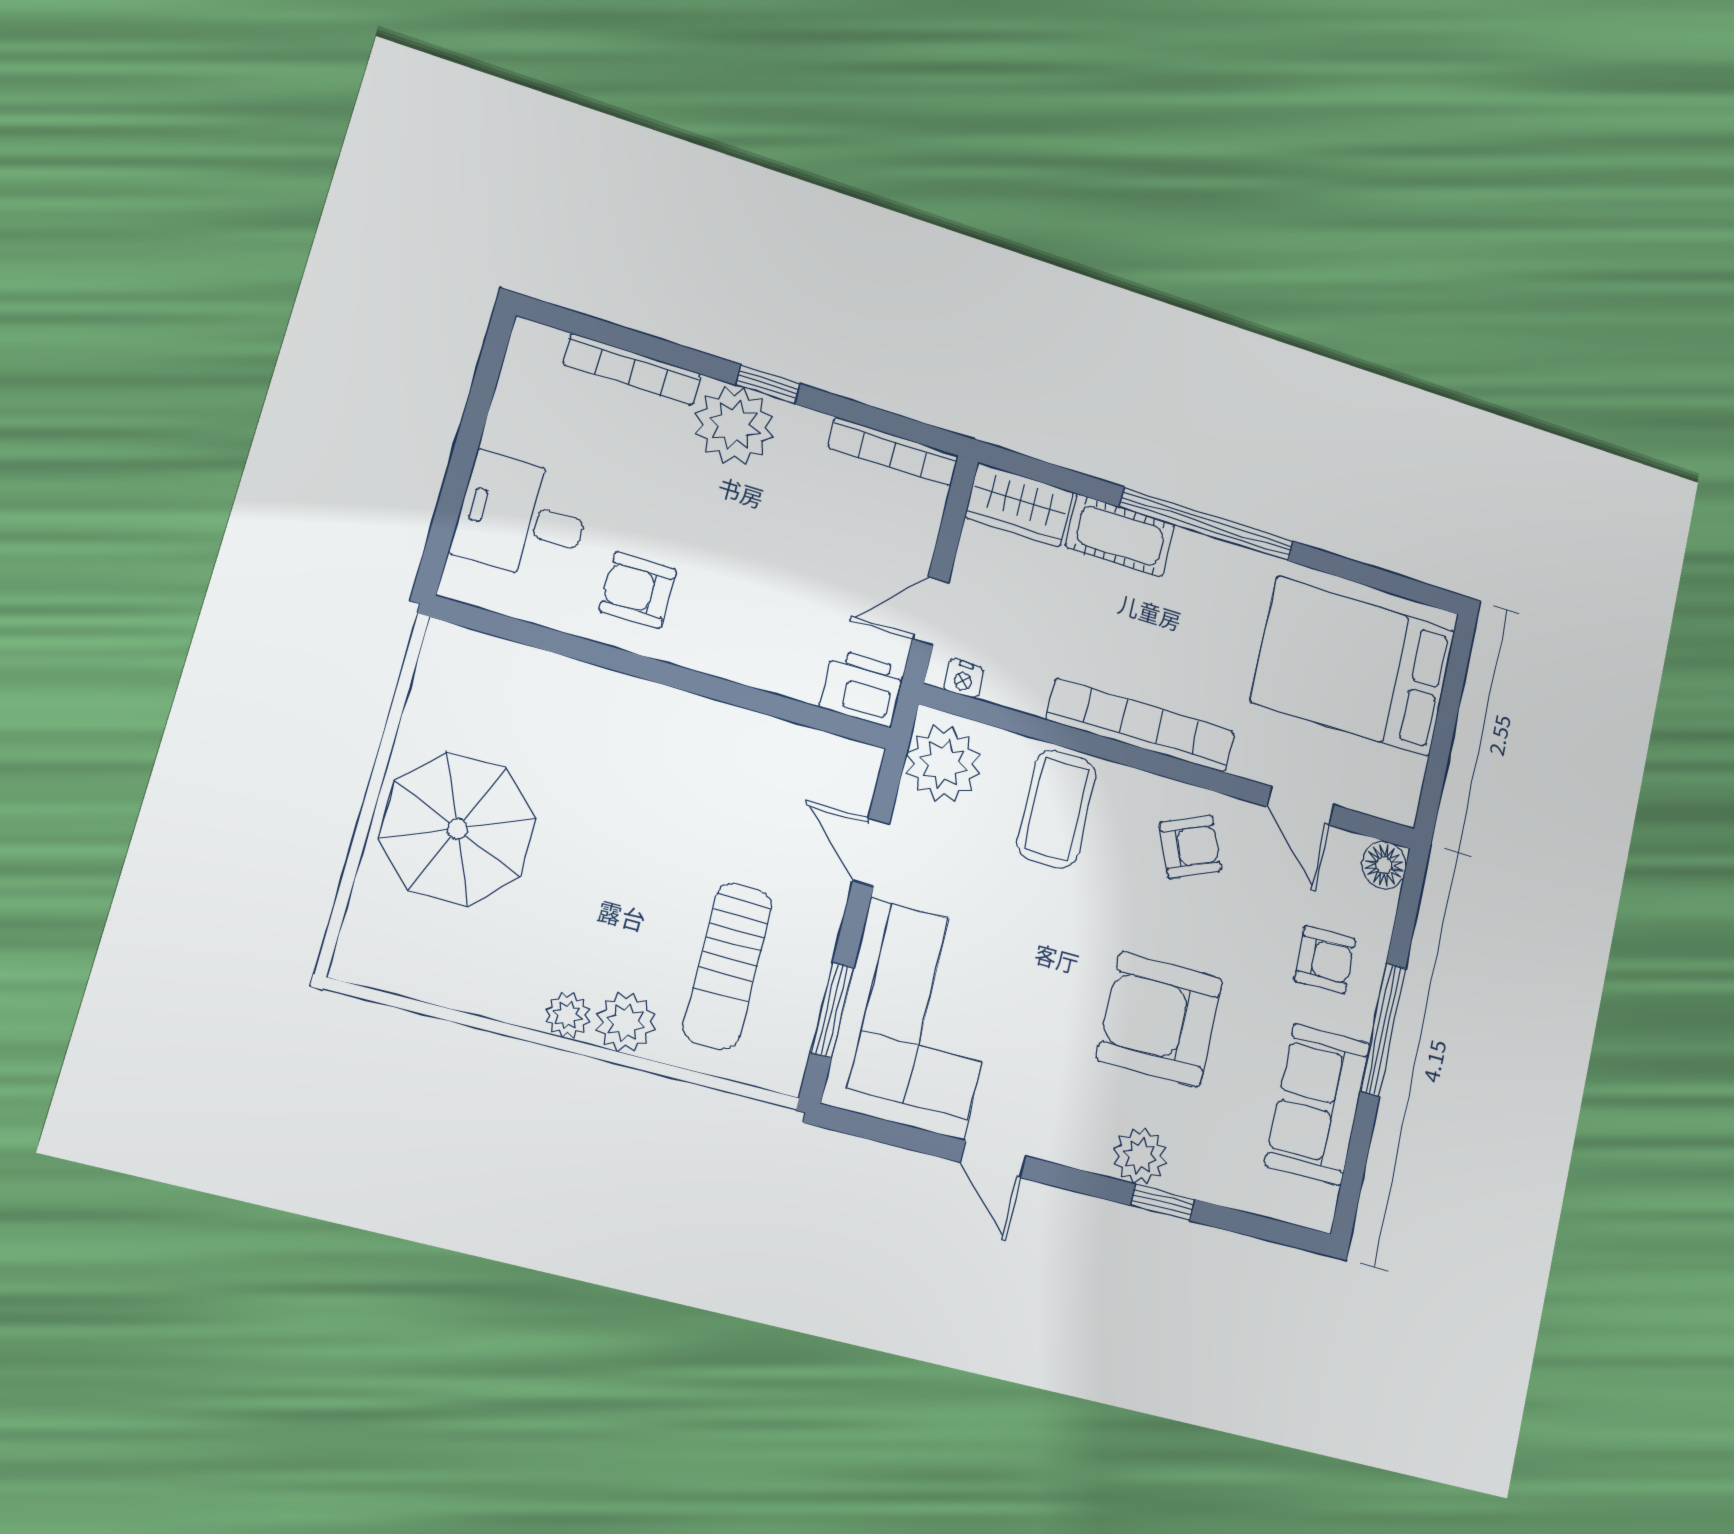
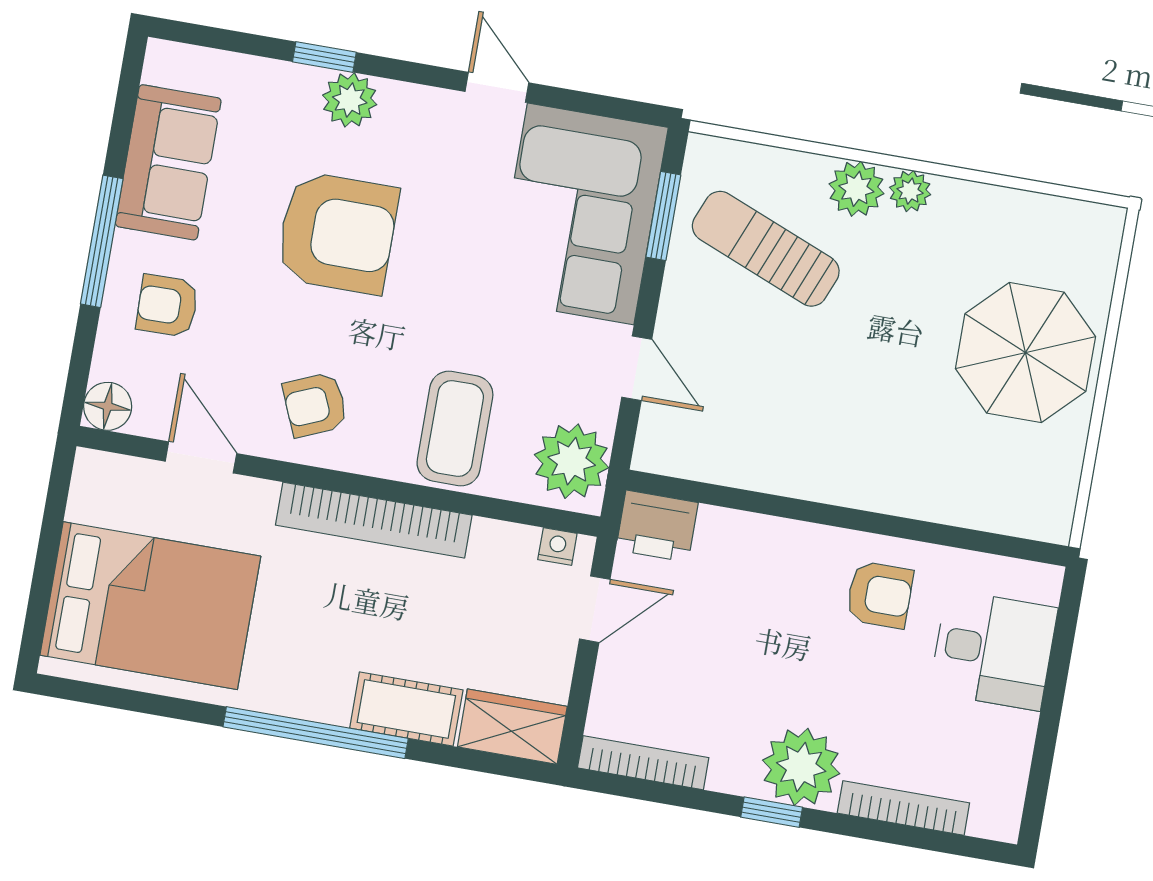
sun lounger: (728, 966) -> (766, 249), turned -68

